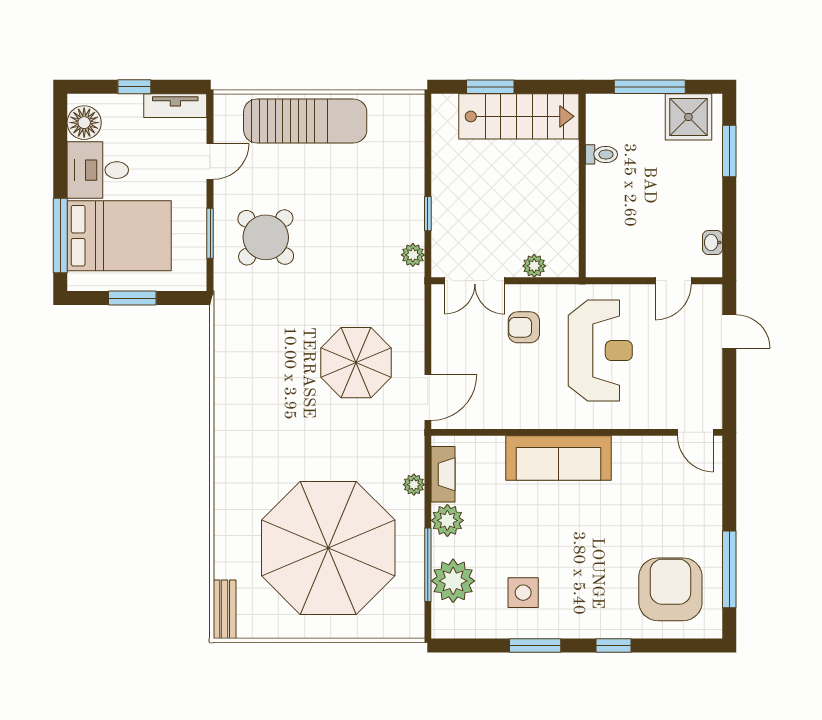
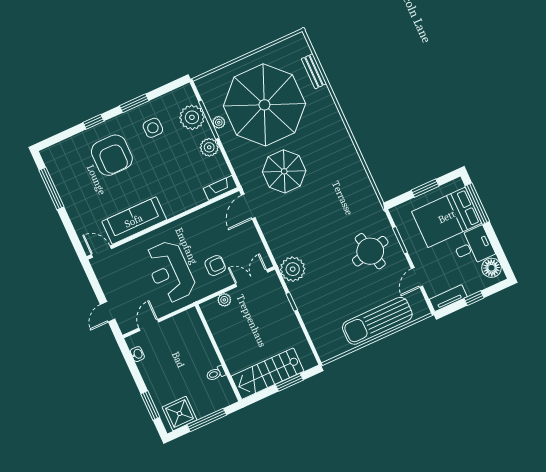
round table: (266, 237) -> (370, 251), turned 33
plant: (413, 255) -> (293, 269), width x1.88, depth x1.88
door: (729, 332) -> (108, 312), hinge flipped
parasol: (356, 363) -> (284, 171), moved
sofa: (558, 458) -> (134, 221), moved
fireplace: (443, 474) -> (220, 188), moved, turned 90
plant: (414, 485) -> (219, 122), moved
armchair: (670, 589) -> (112, 155), moved
bench: (225, 609) -> (314, 71), moved

